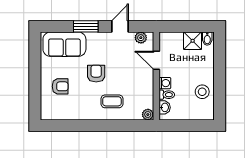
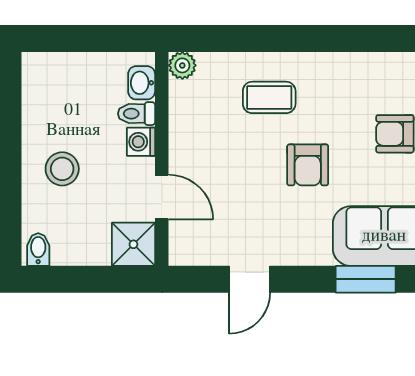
window: (86, 26) -> (366, 279), moved
plant: (141, 38) -> (199, 252), removed
shower: (193, 41) -> (133, 244), moved
stool: (202, 92) -> (62, 169), moved

